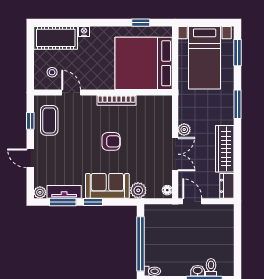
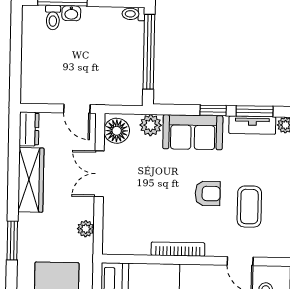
coffee table: (49, 120) -> (249, 207), moved
plant: (184, 130) -> (86, 229), moved
armchair: (111, 141) -> (208, 193), moved, turned 180
floor lamp: (167, 190) -> (117, 131), width x1.89, depth x1.89

